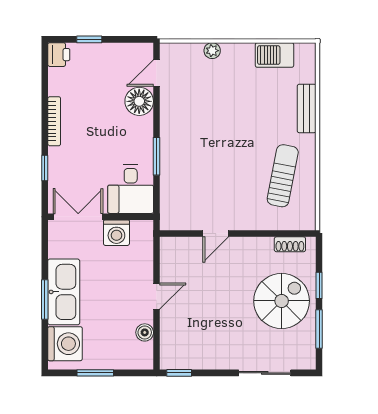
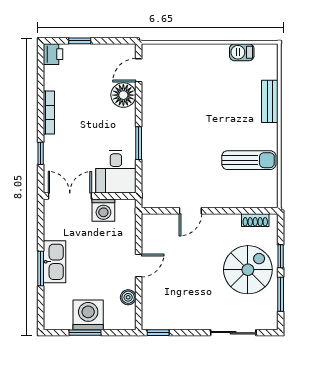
plant: (212, 51) -> (187, 51), removed
barbecue: (274, 55) -> (242, 52), width x0.73, depth x0.79
sun lounger: (283, 176) -> (249, 160), turned 79
kitchen sink: (64, 292) -> (55, 262), width x0.73, depth x0.81
washing machine: (65, 344) -> (88, 315), moved, turned -90

